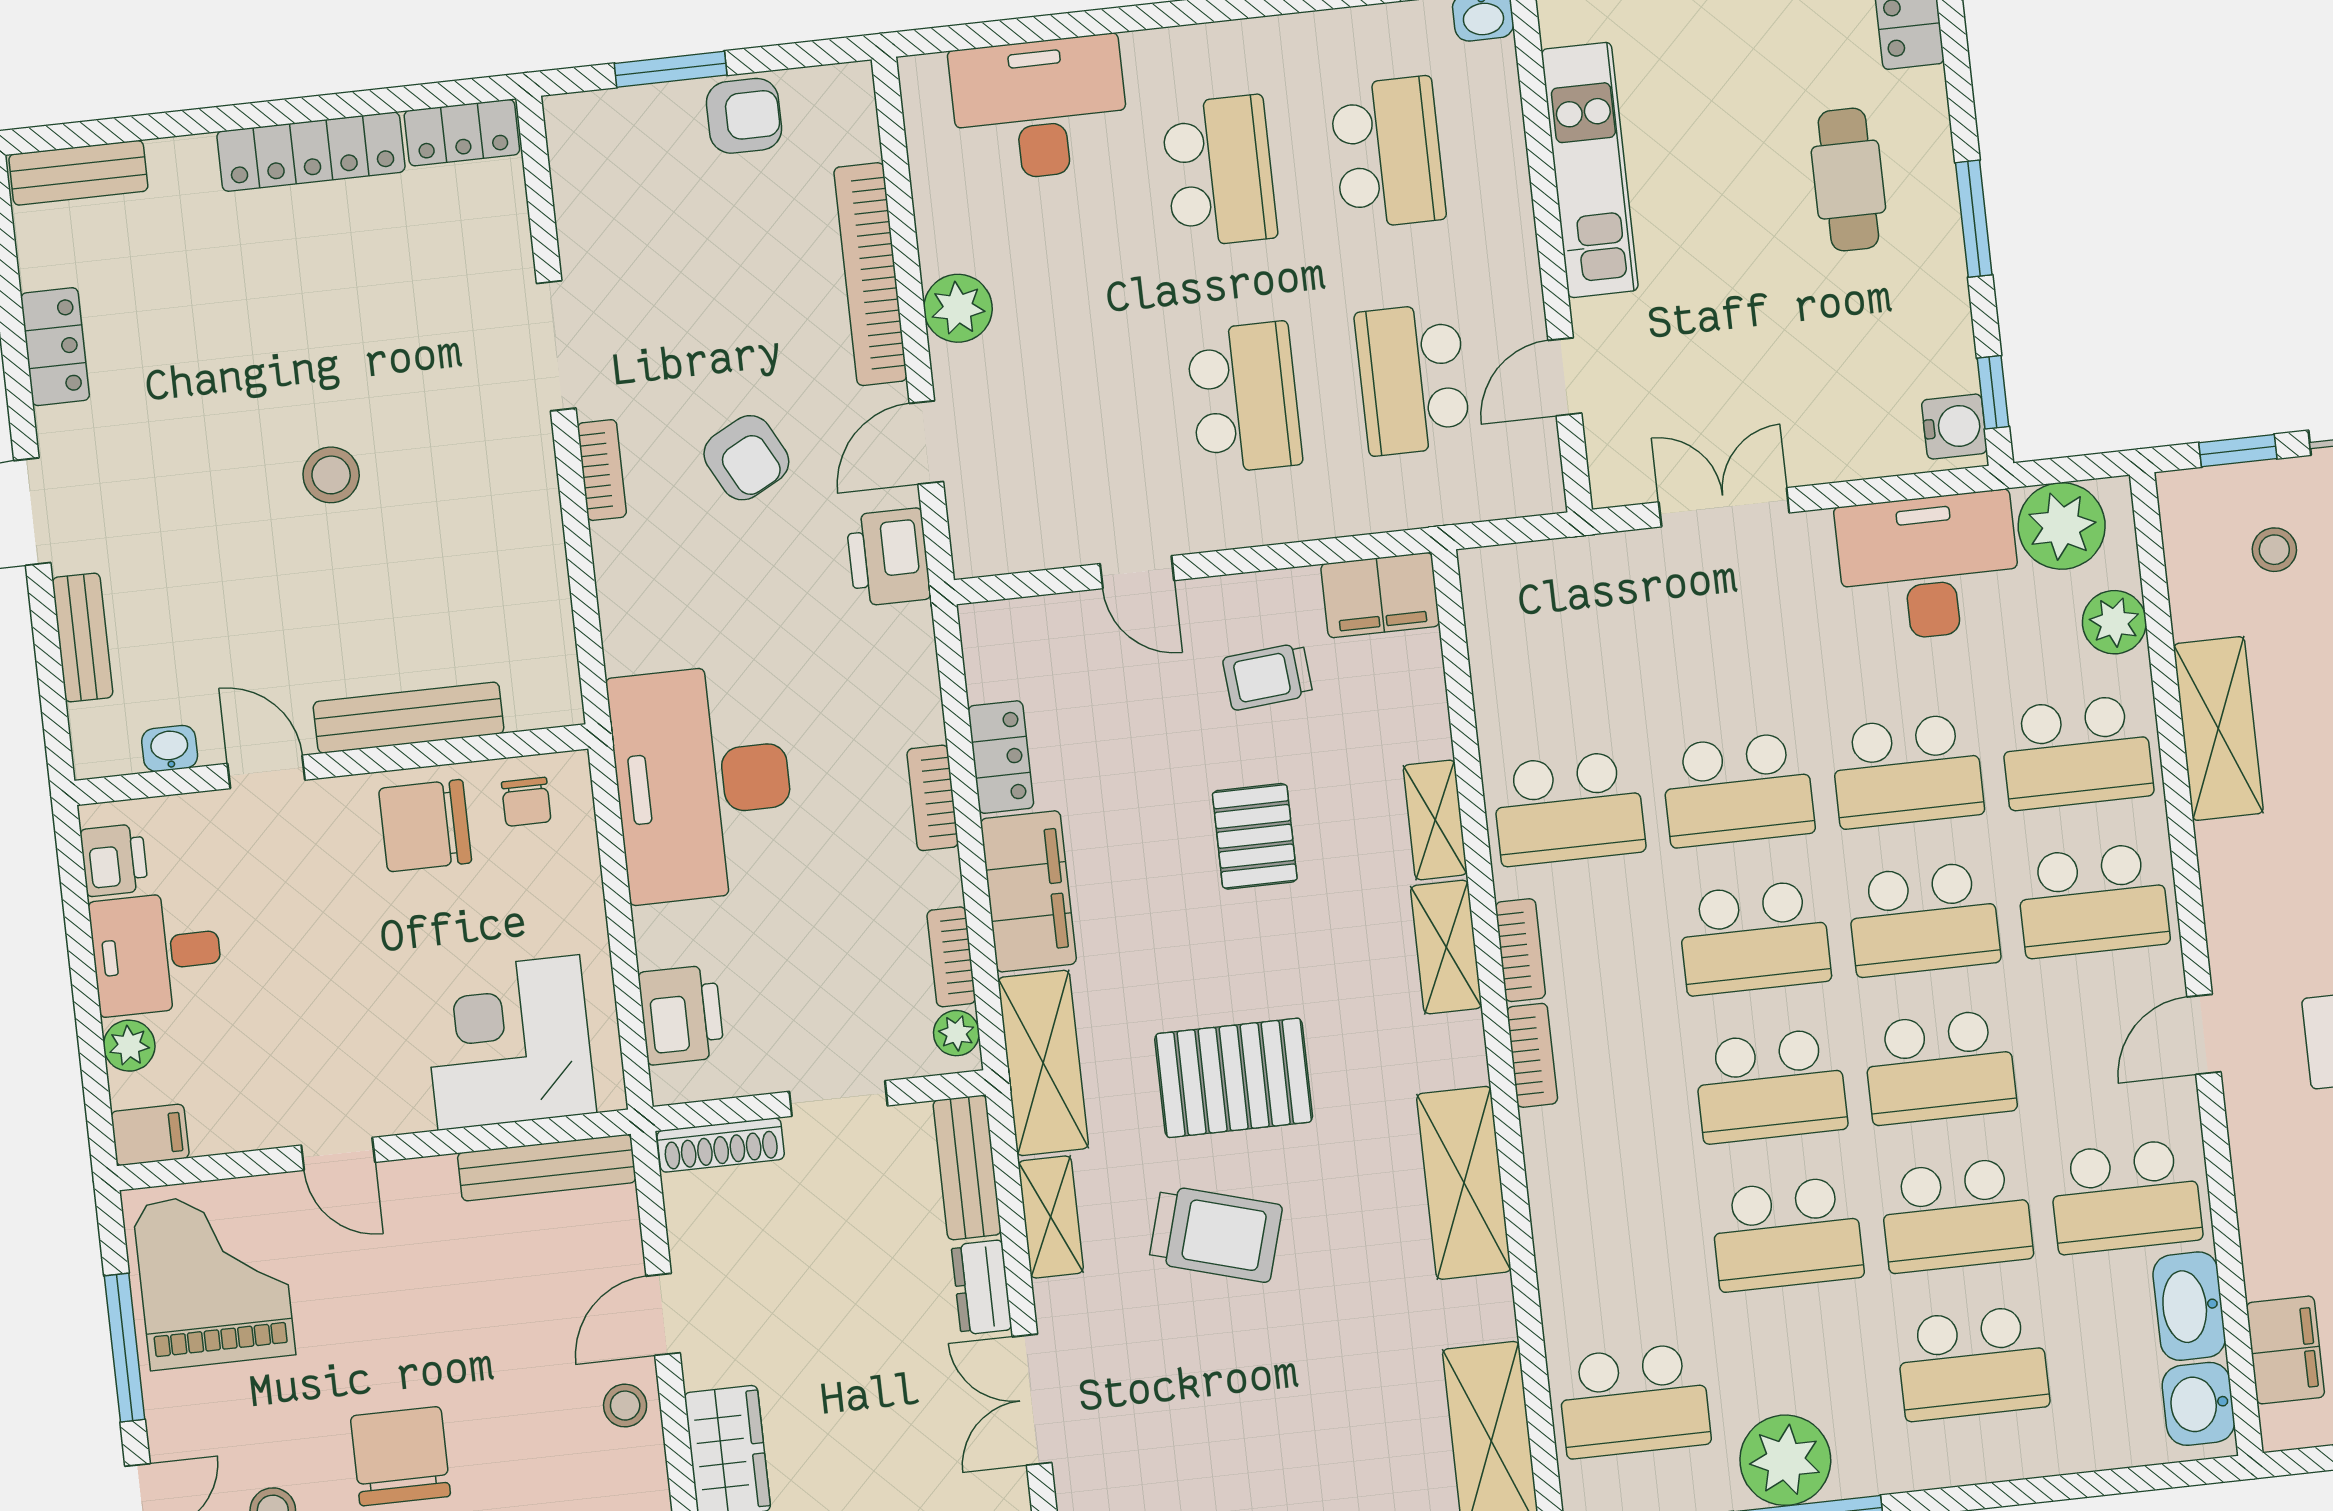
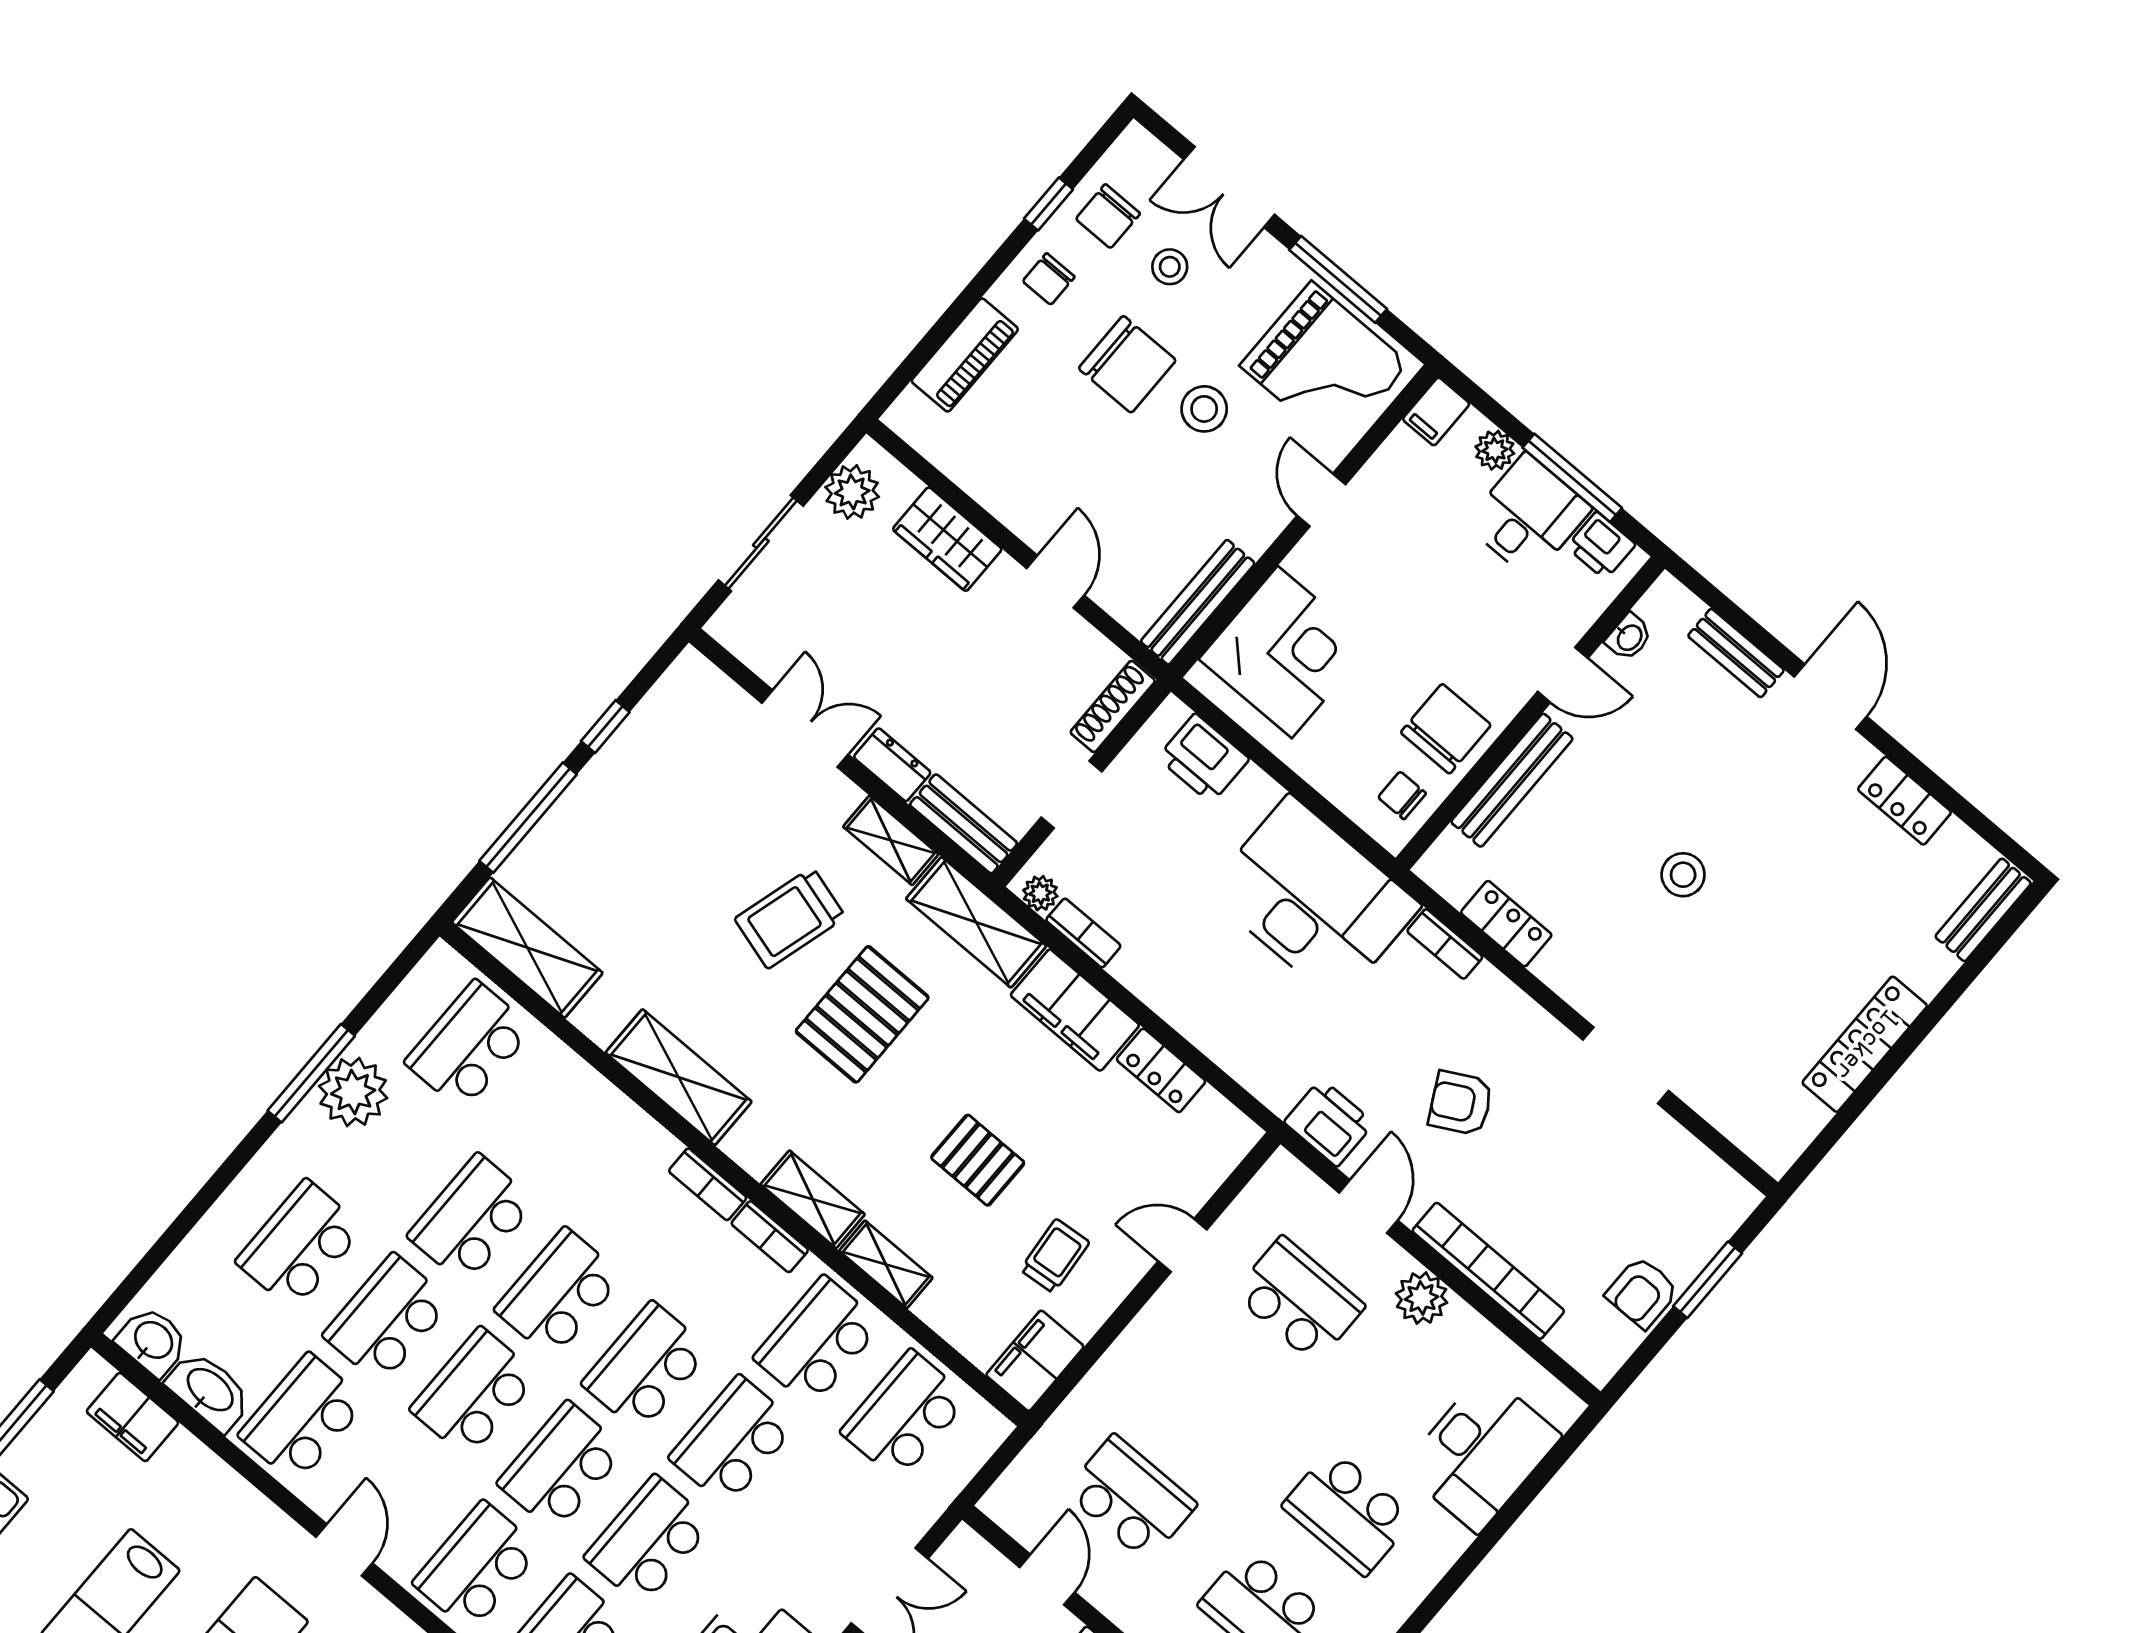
locker: (462, 133) -> (1506, 924), moved, turned 90
school desk: (1244, 398) -> (1299, 1300), moved, turned 180
bookcase: (602, 470) -> (1445, 944), moved
school desk: (1552, 660) -> (905, 1415), added
bookcase: (933, 798) -> (1178, 1012), removed
window: (81, 950) -> (1572, 478), added
door: (338, 1154) -> (1321, 500), hinge flipped
stool: (625, 1406) -> (1204, 409), moved, width x1.37, depth x1.37

